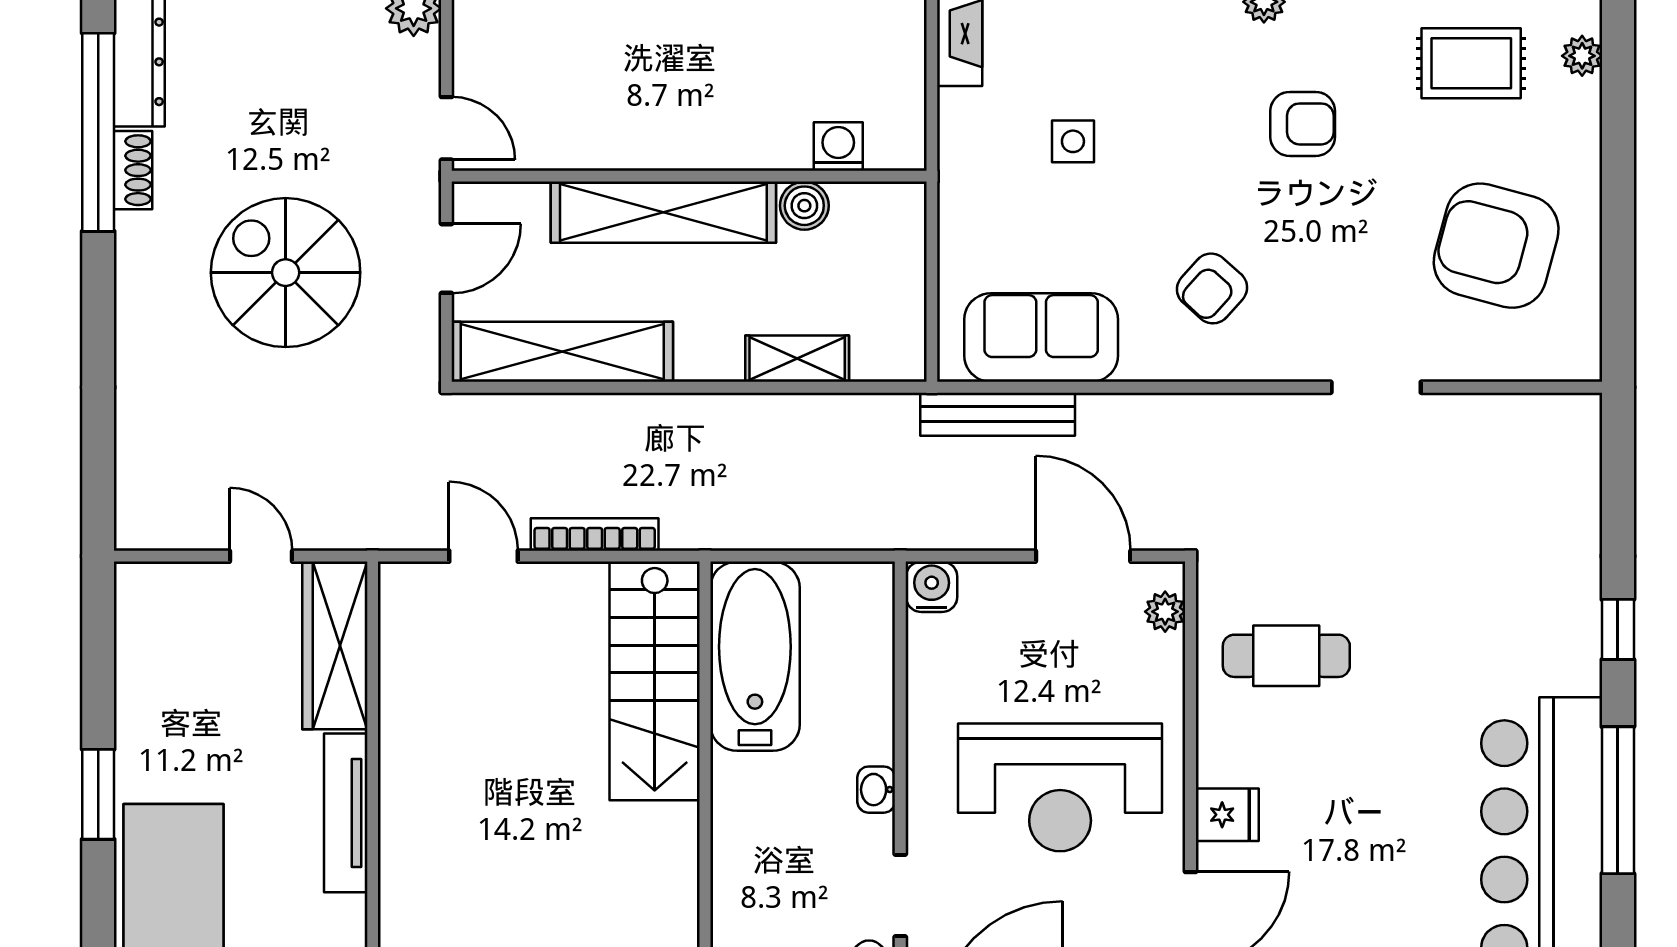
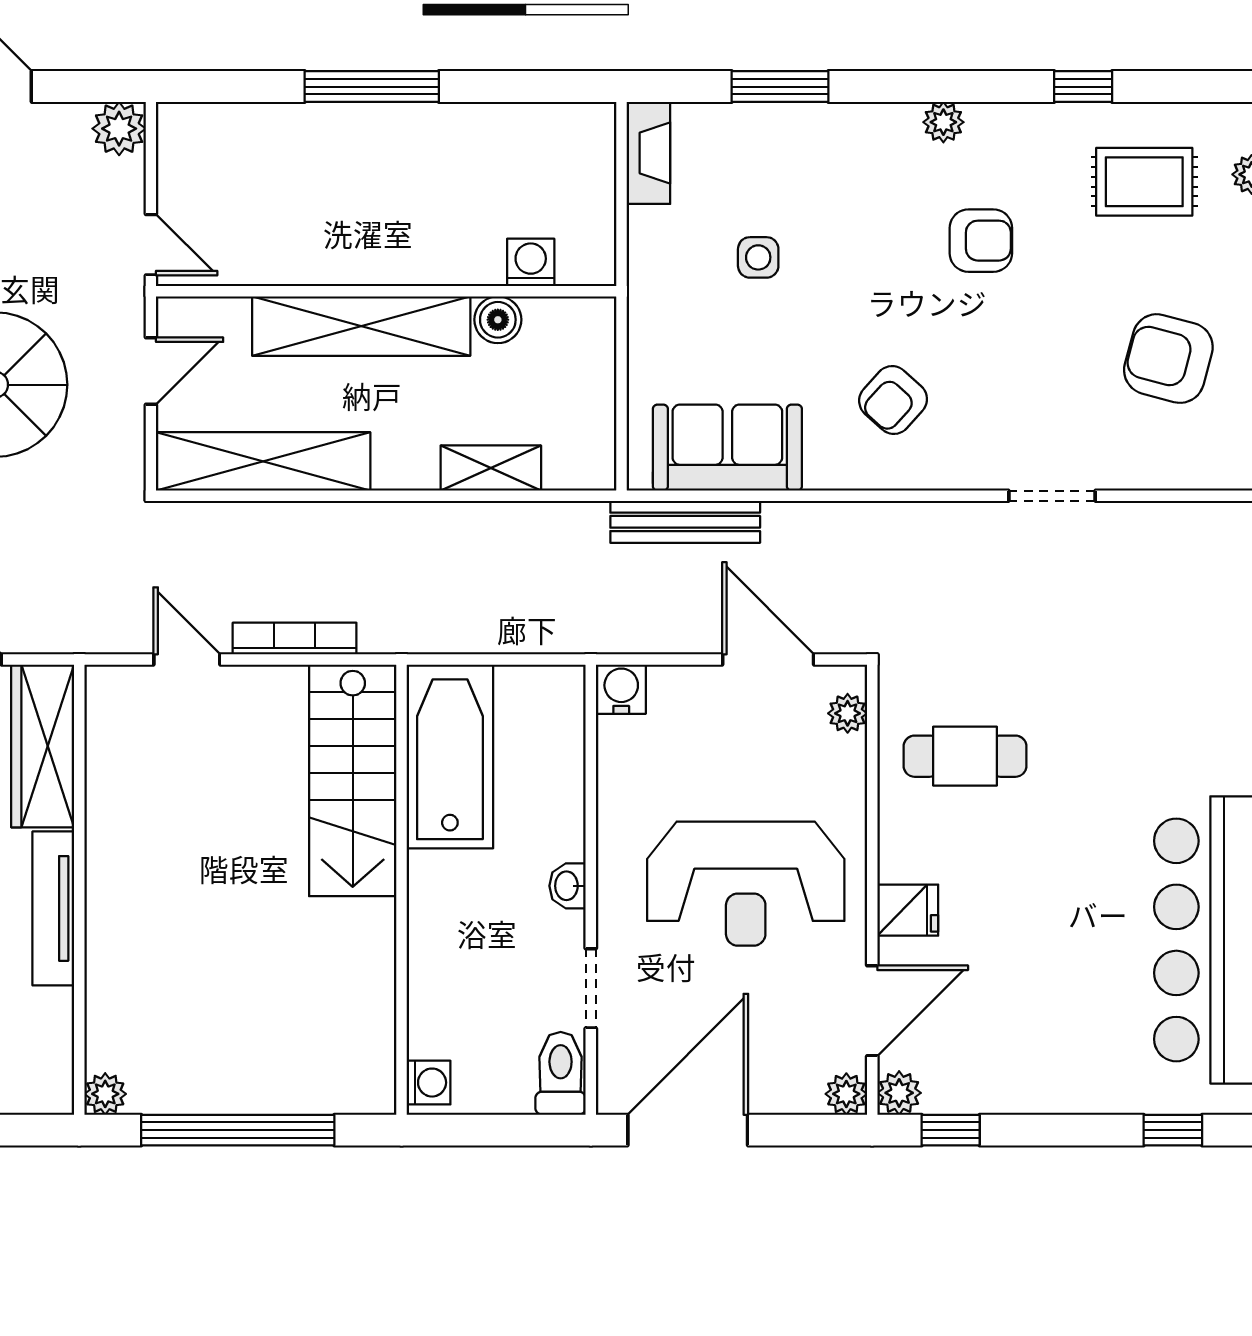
armchair: (1496, 246) -> (1168, 359), width x0.73, depth x0.73

